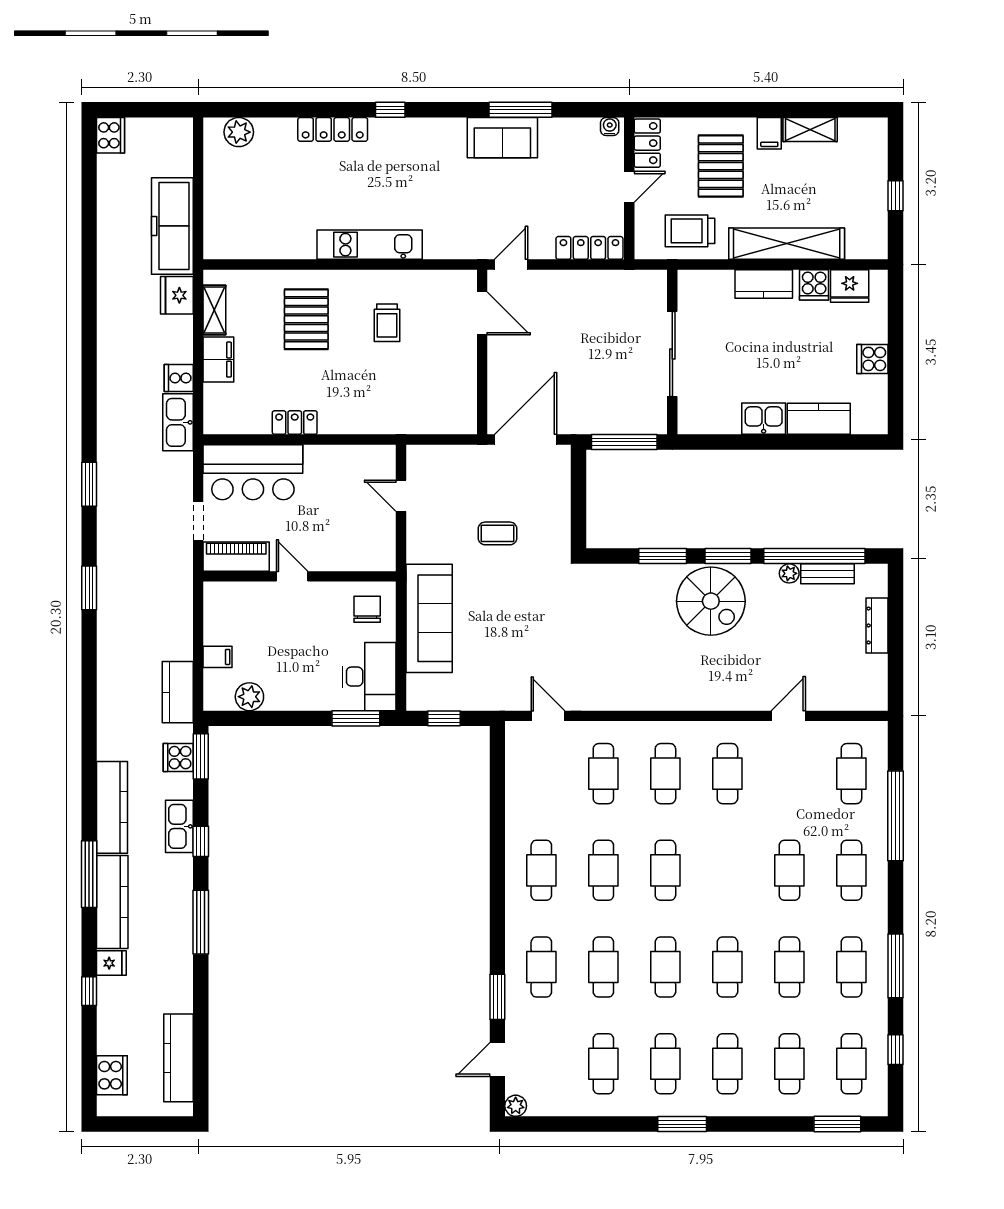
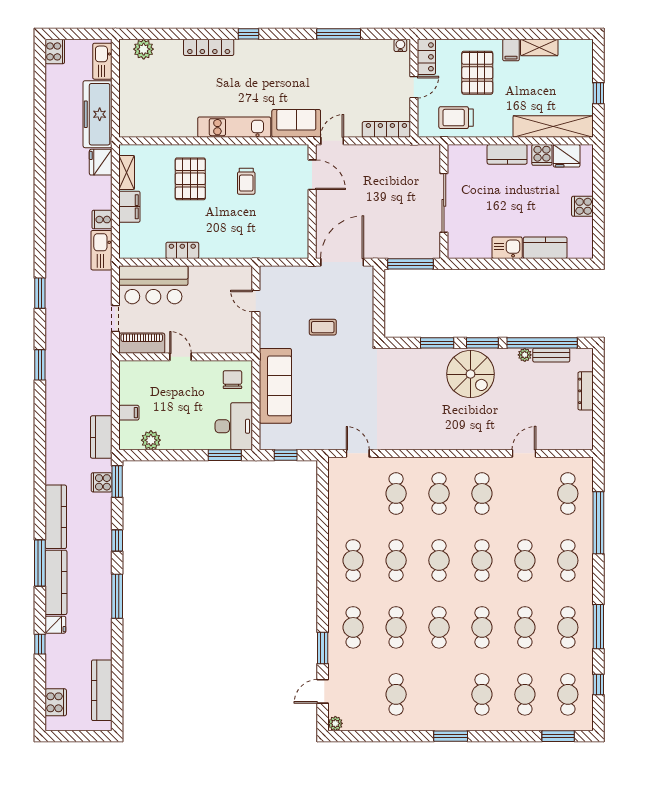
sofa: (502, 138) -> (296, 123), moved, turned 180
shelving: (787, 244) -> (553, 126), moved
kitchen sink: (179, 826) -> (102, 61), moved
cafe table: (665, 1064) -> (482, 560), moved

